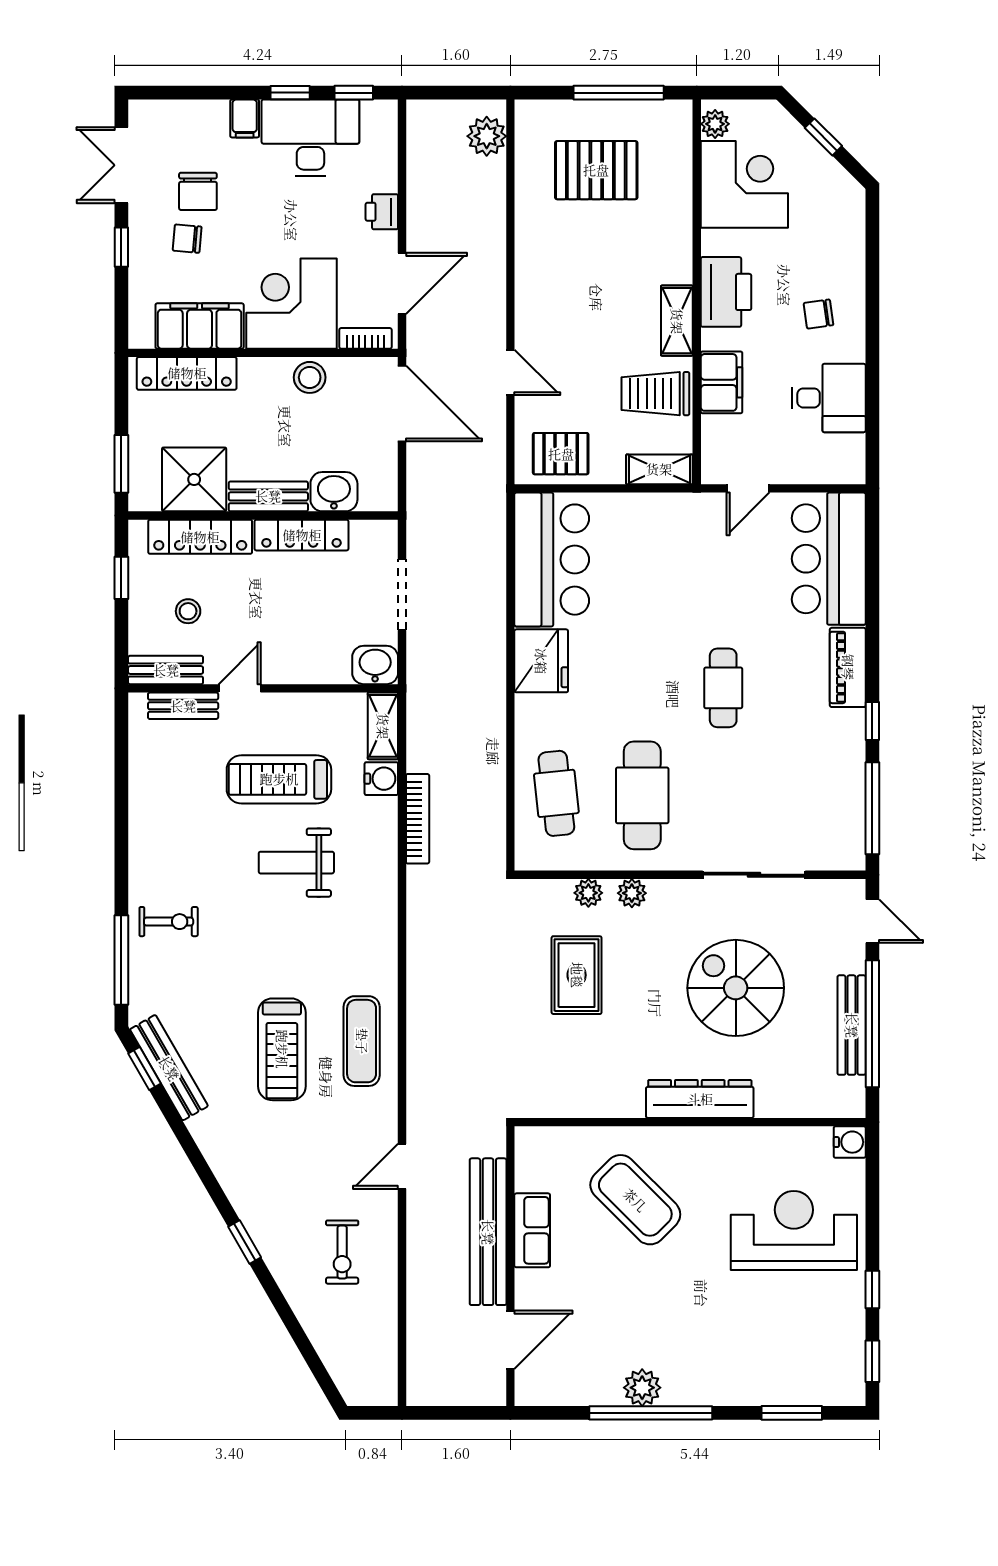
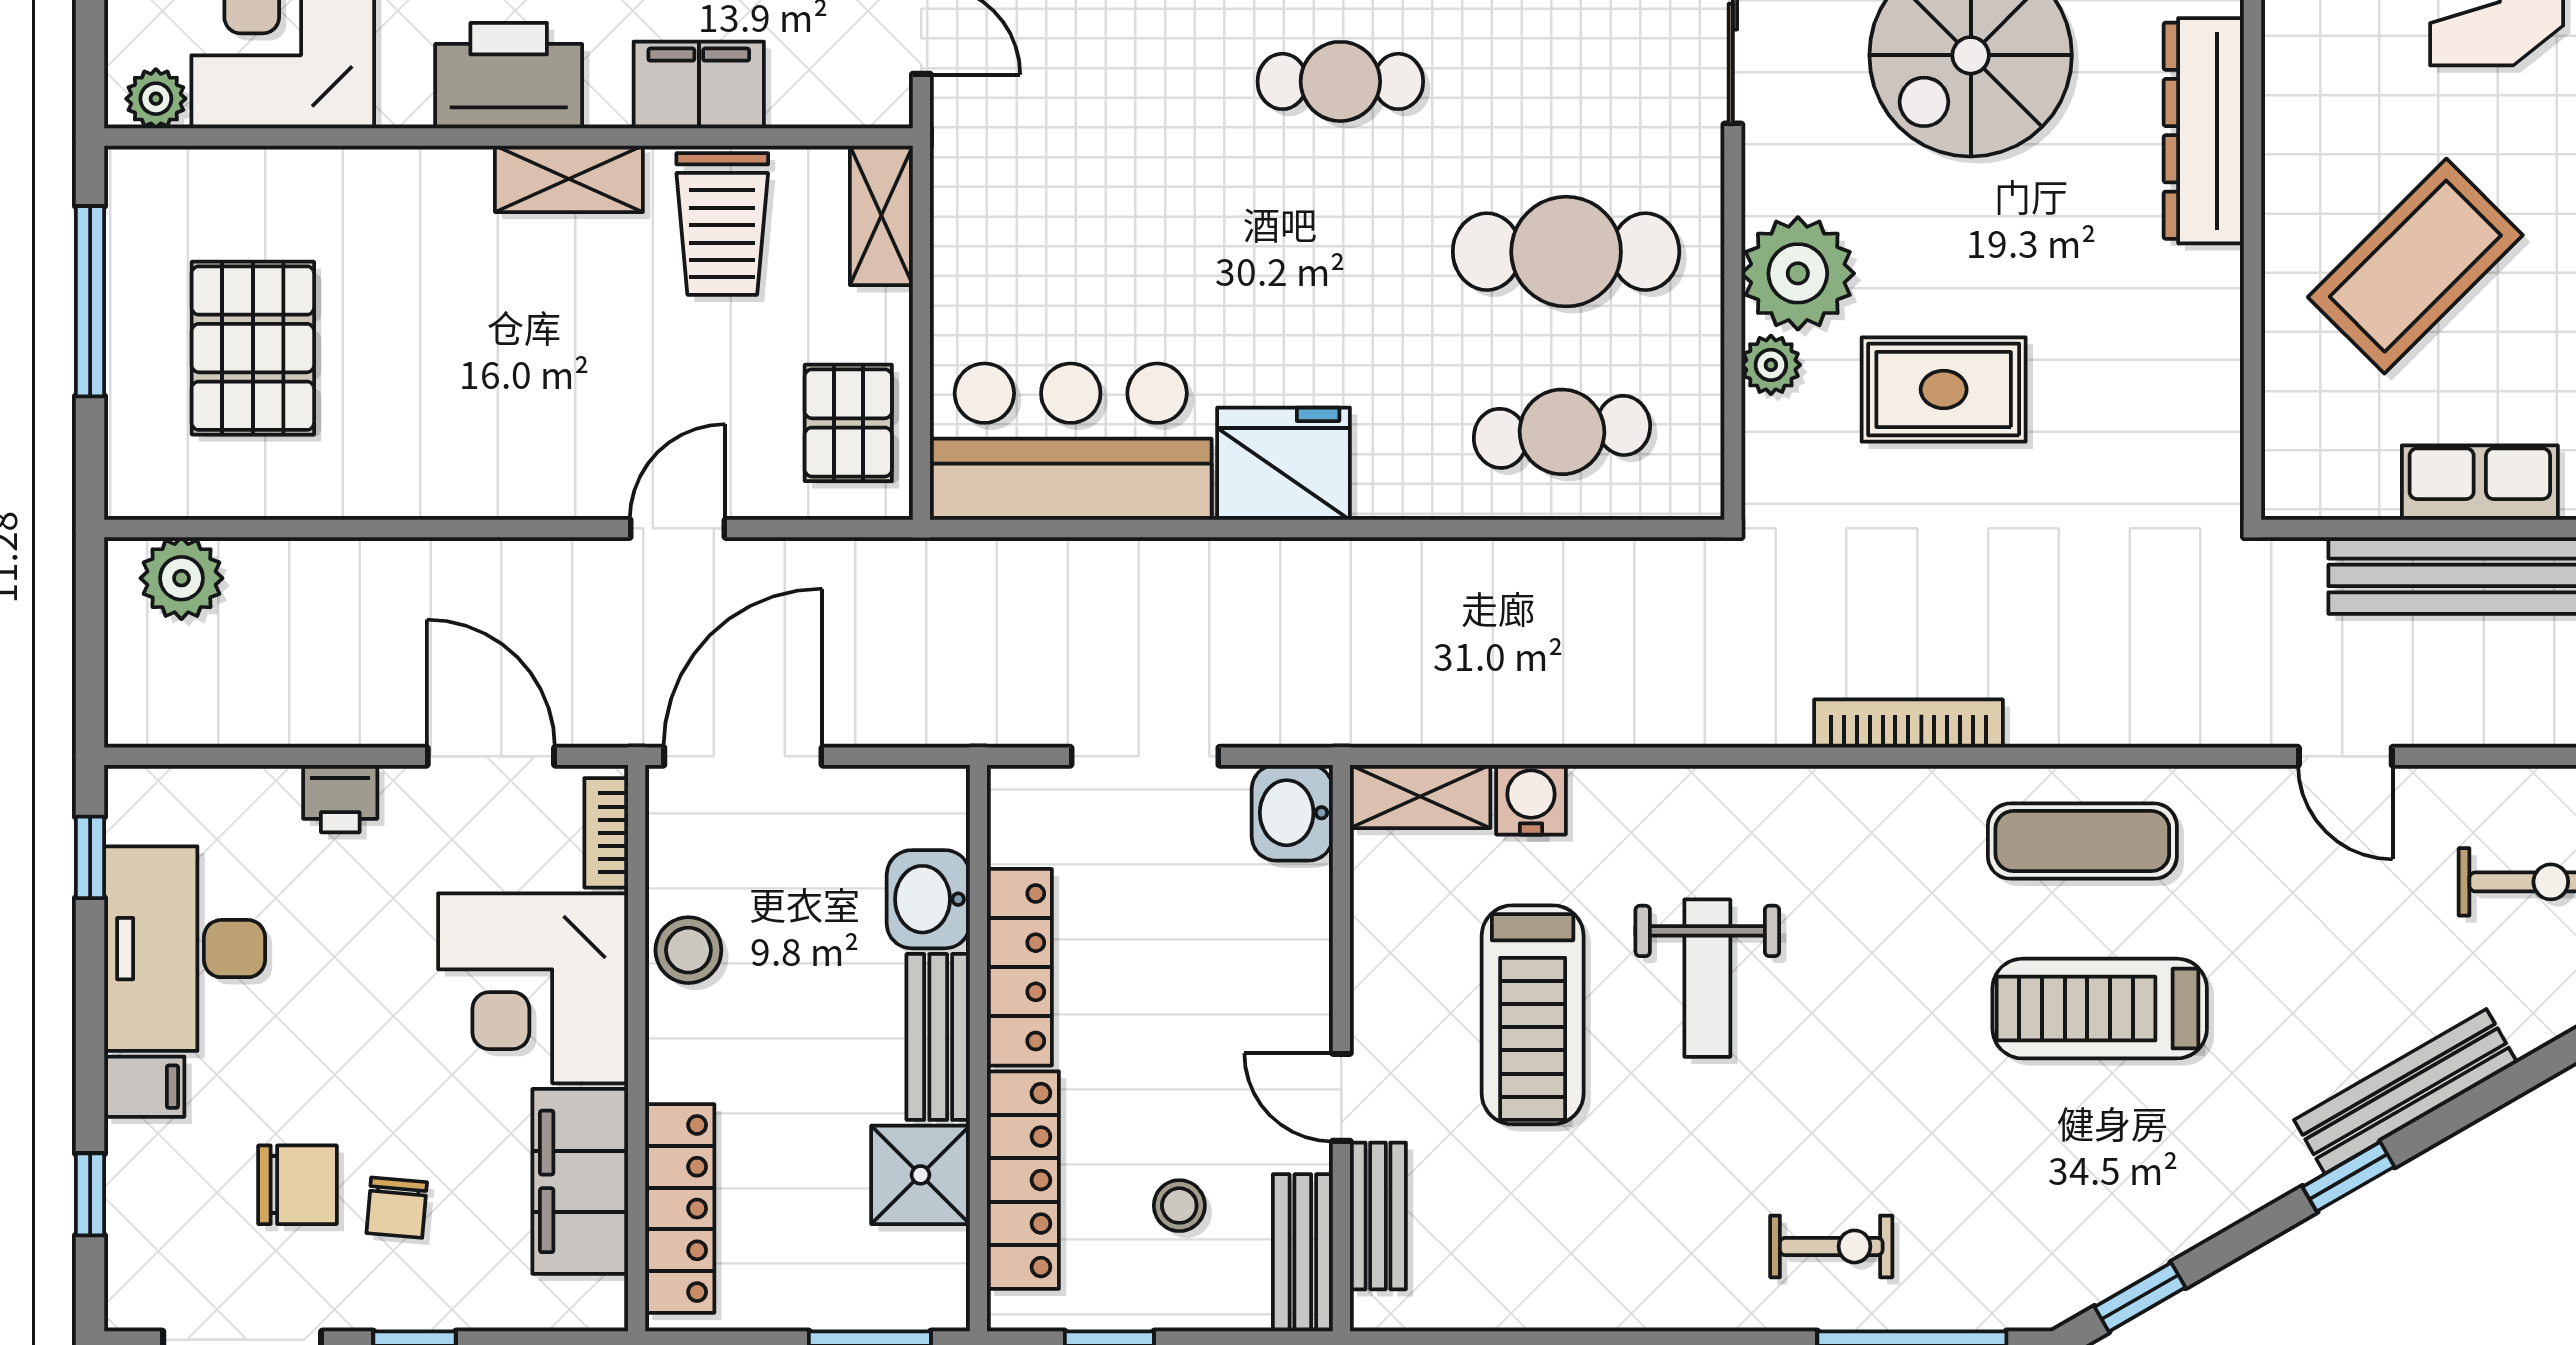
window: (290, 93) -> (90, 1194), moved
shower: (194, 479) -> (921, 1175), width x0.73, depth x0.73
bookcase: (418, 819) -> (1908, 724), moved
plant: (632, 893) -> (1798, 273), width x1.88, depth x1.88
exercise bike: (169, 922) -> (1831, 1246), turned 90
treadmill: (282, 1049) -> (2100, 1009), turned 180
bench: (169, 1068) -> (2406, 1091), moved
window: (245, 1242) -> (2348, 1177), moved

